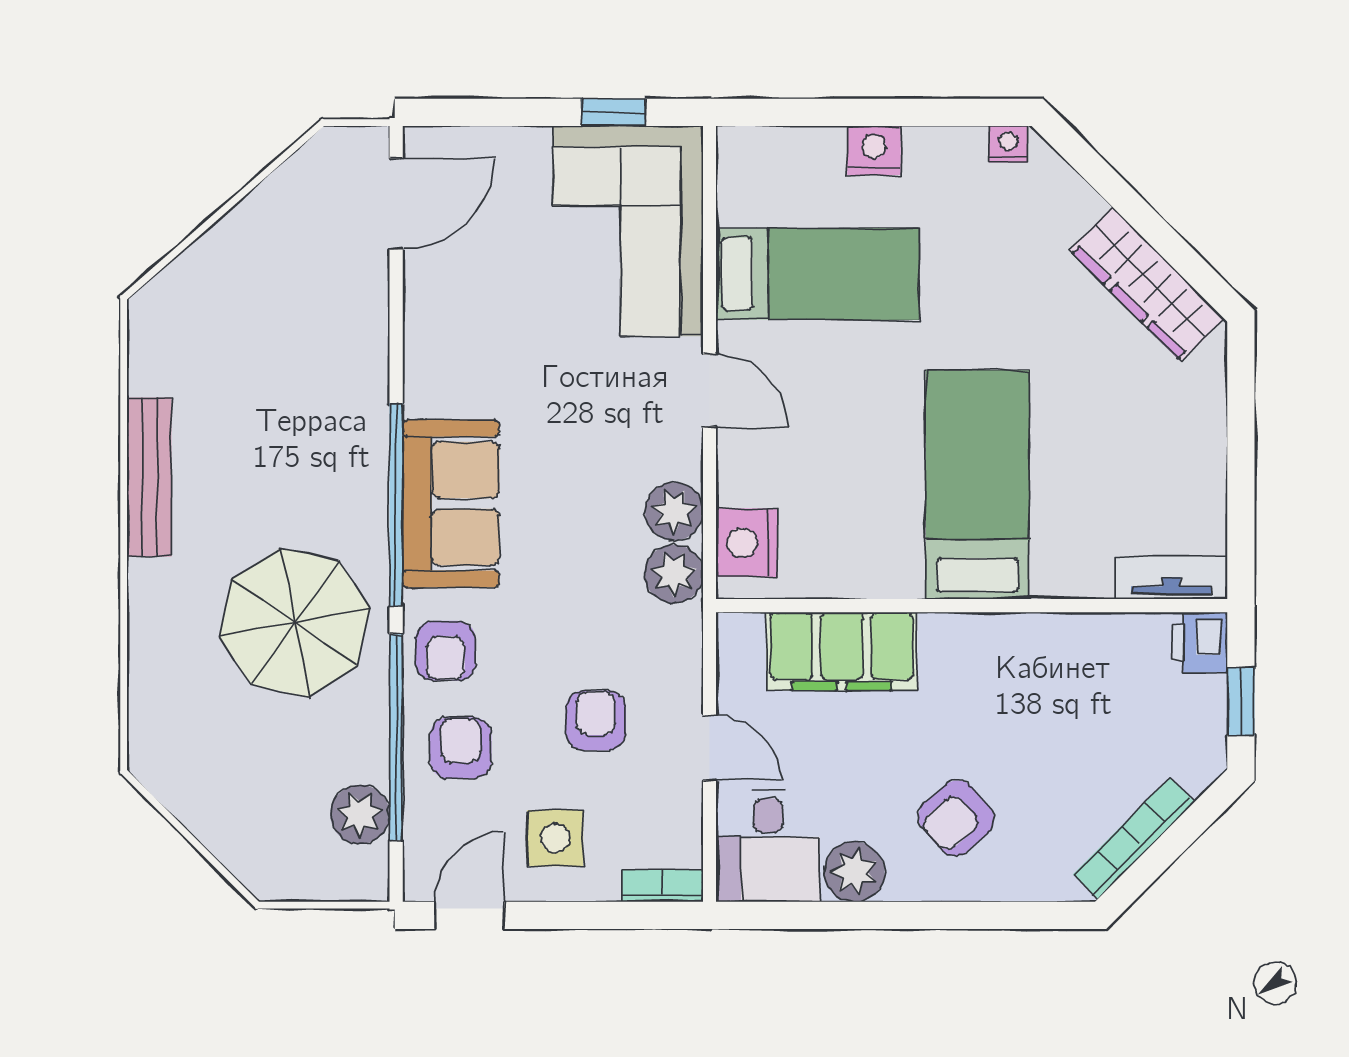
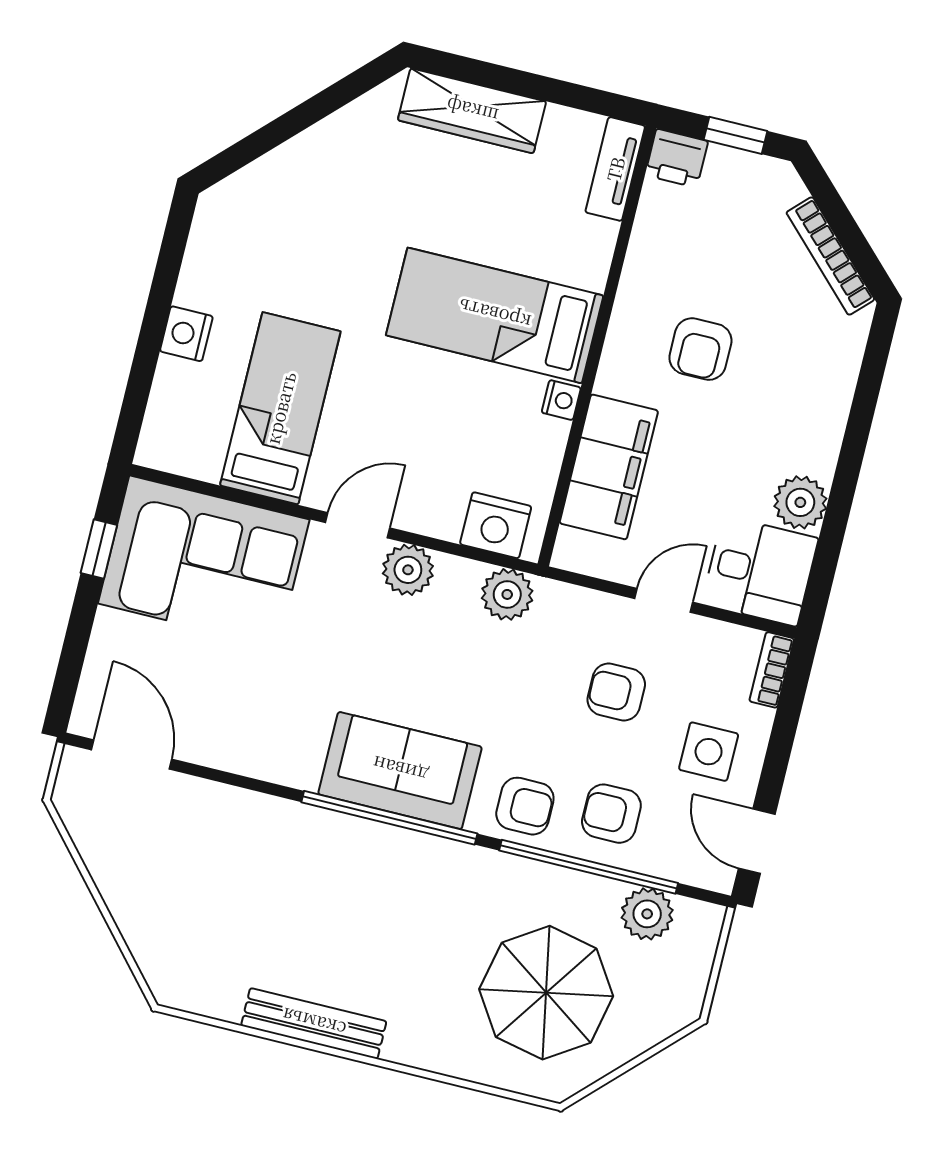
nightstand: (1008, 144) -> (561, 400), moved, turned 180
wardrobe: (1147, 284) -> (472, 111), moved, turned 45
plant: (674, 511) -> (408, 570), moved
parasol: (295, 623) -> (546, 993), moved
armchair: (956, 818) -> (700, 349), moved, turned 41

